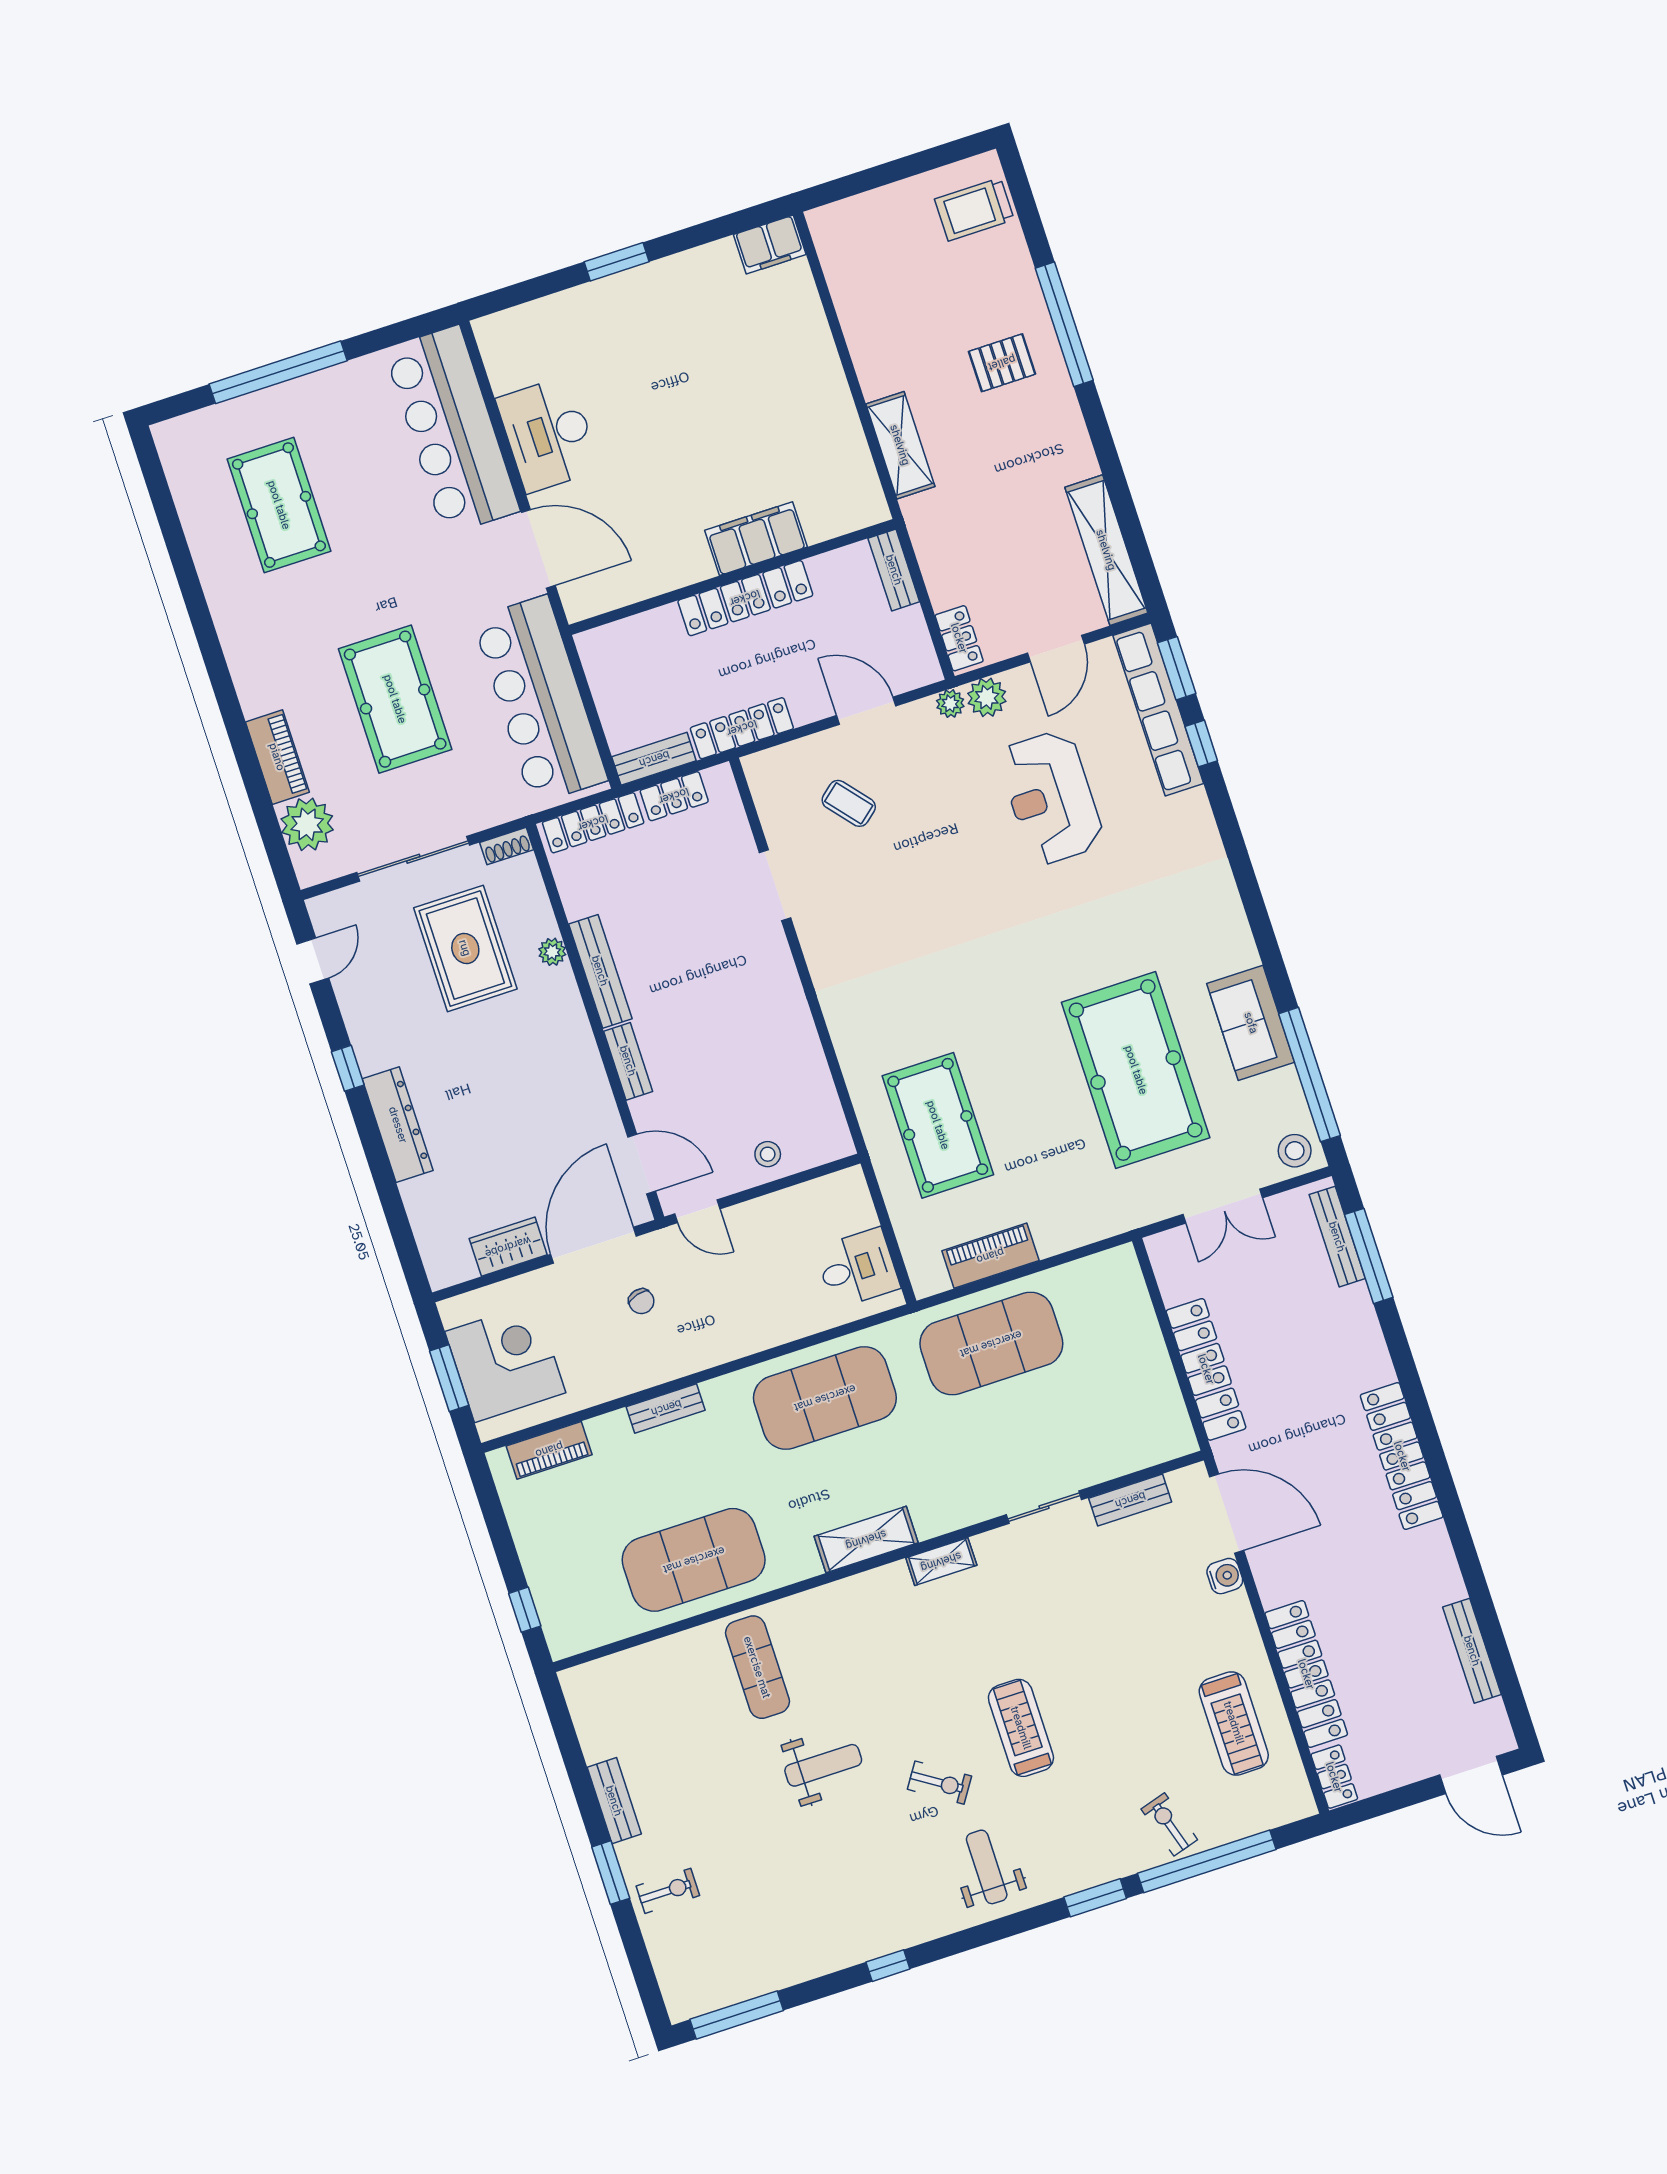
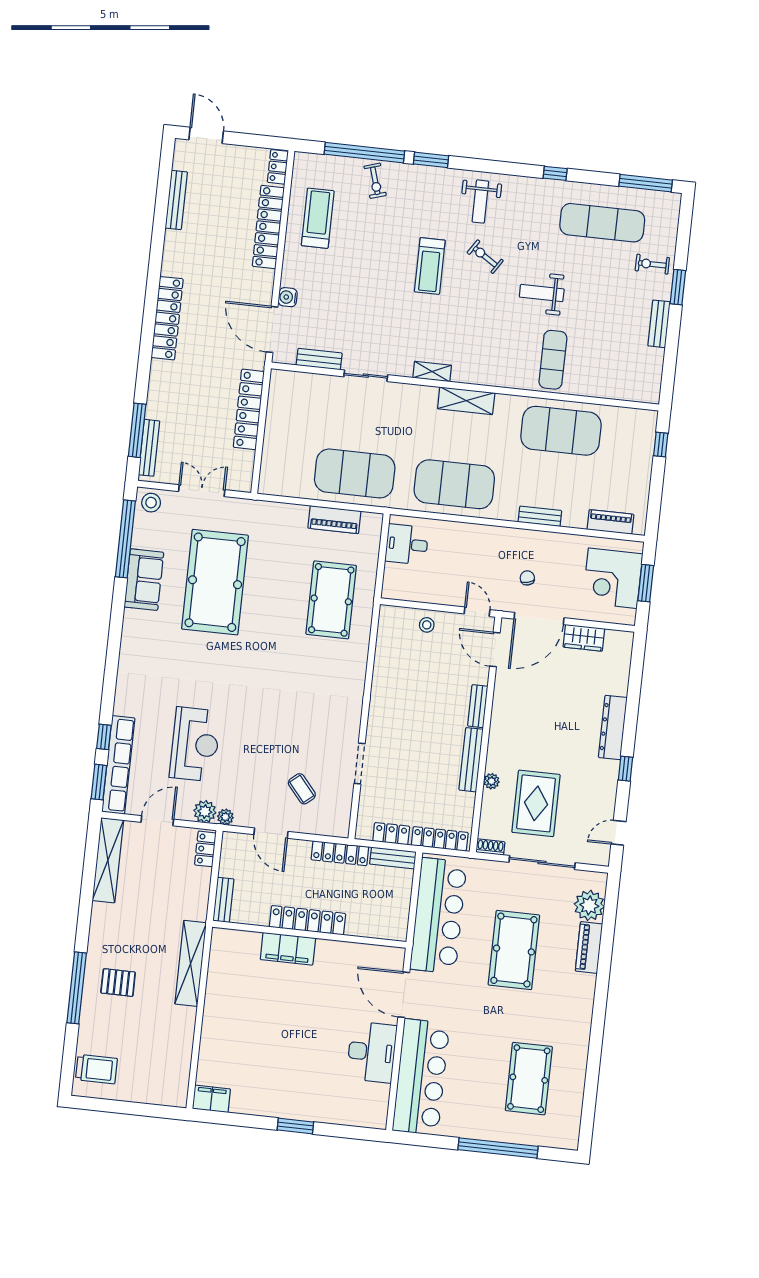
shelving: (900, 445) -> (191, 963), width x1.47
exercise mat: (777, 1921) -> (602, 223), added

